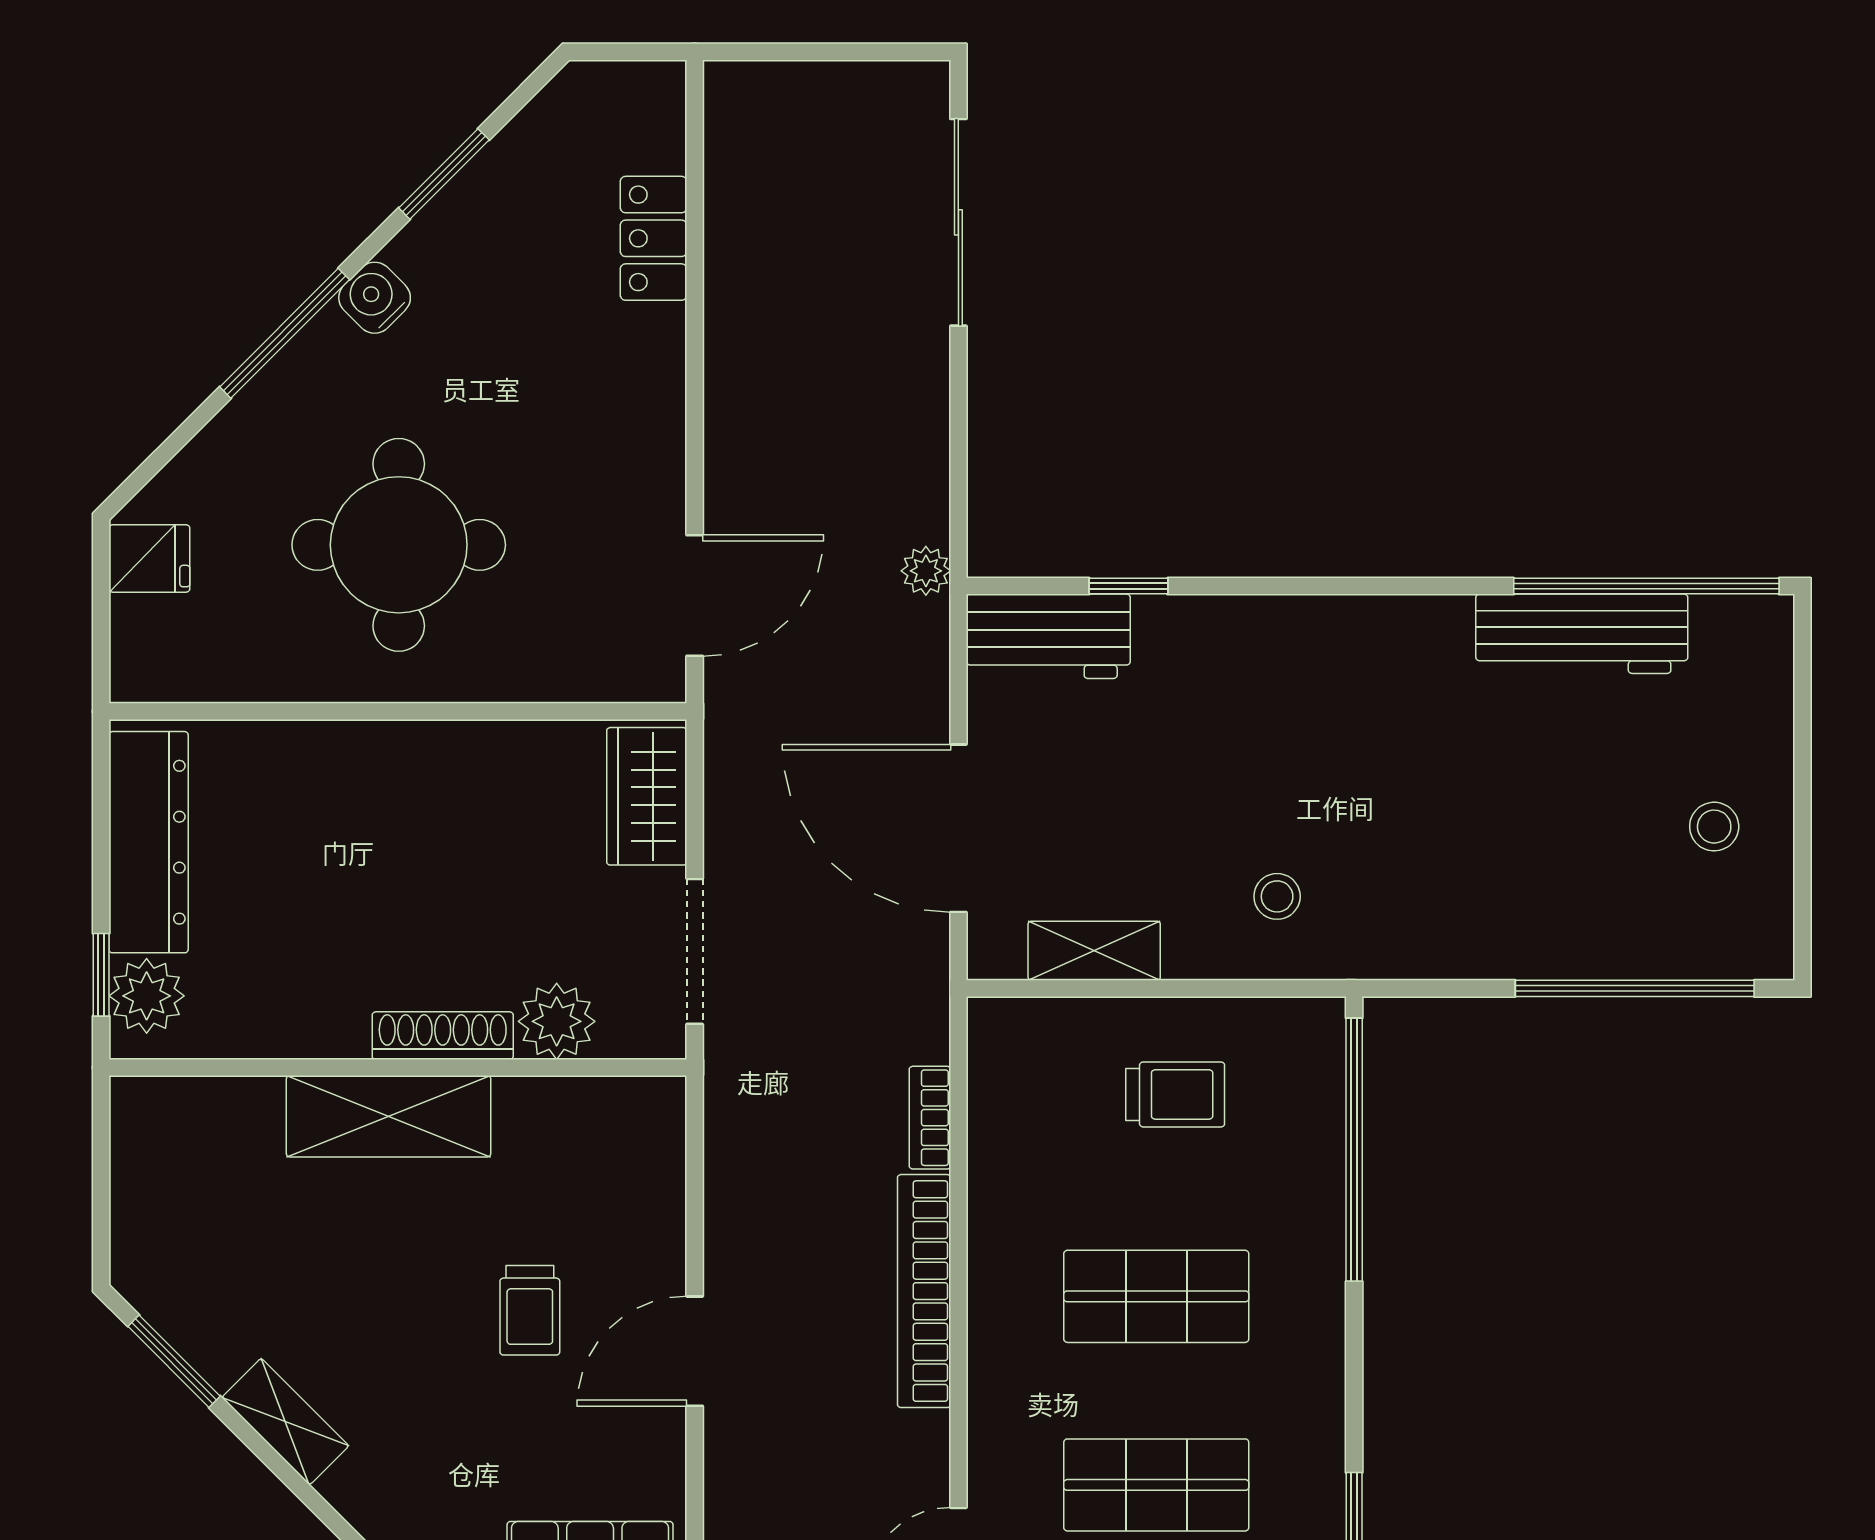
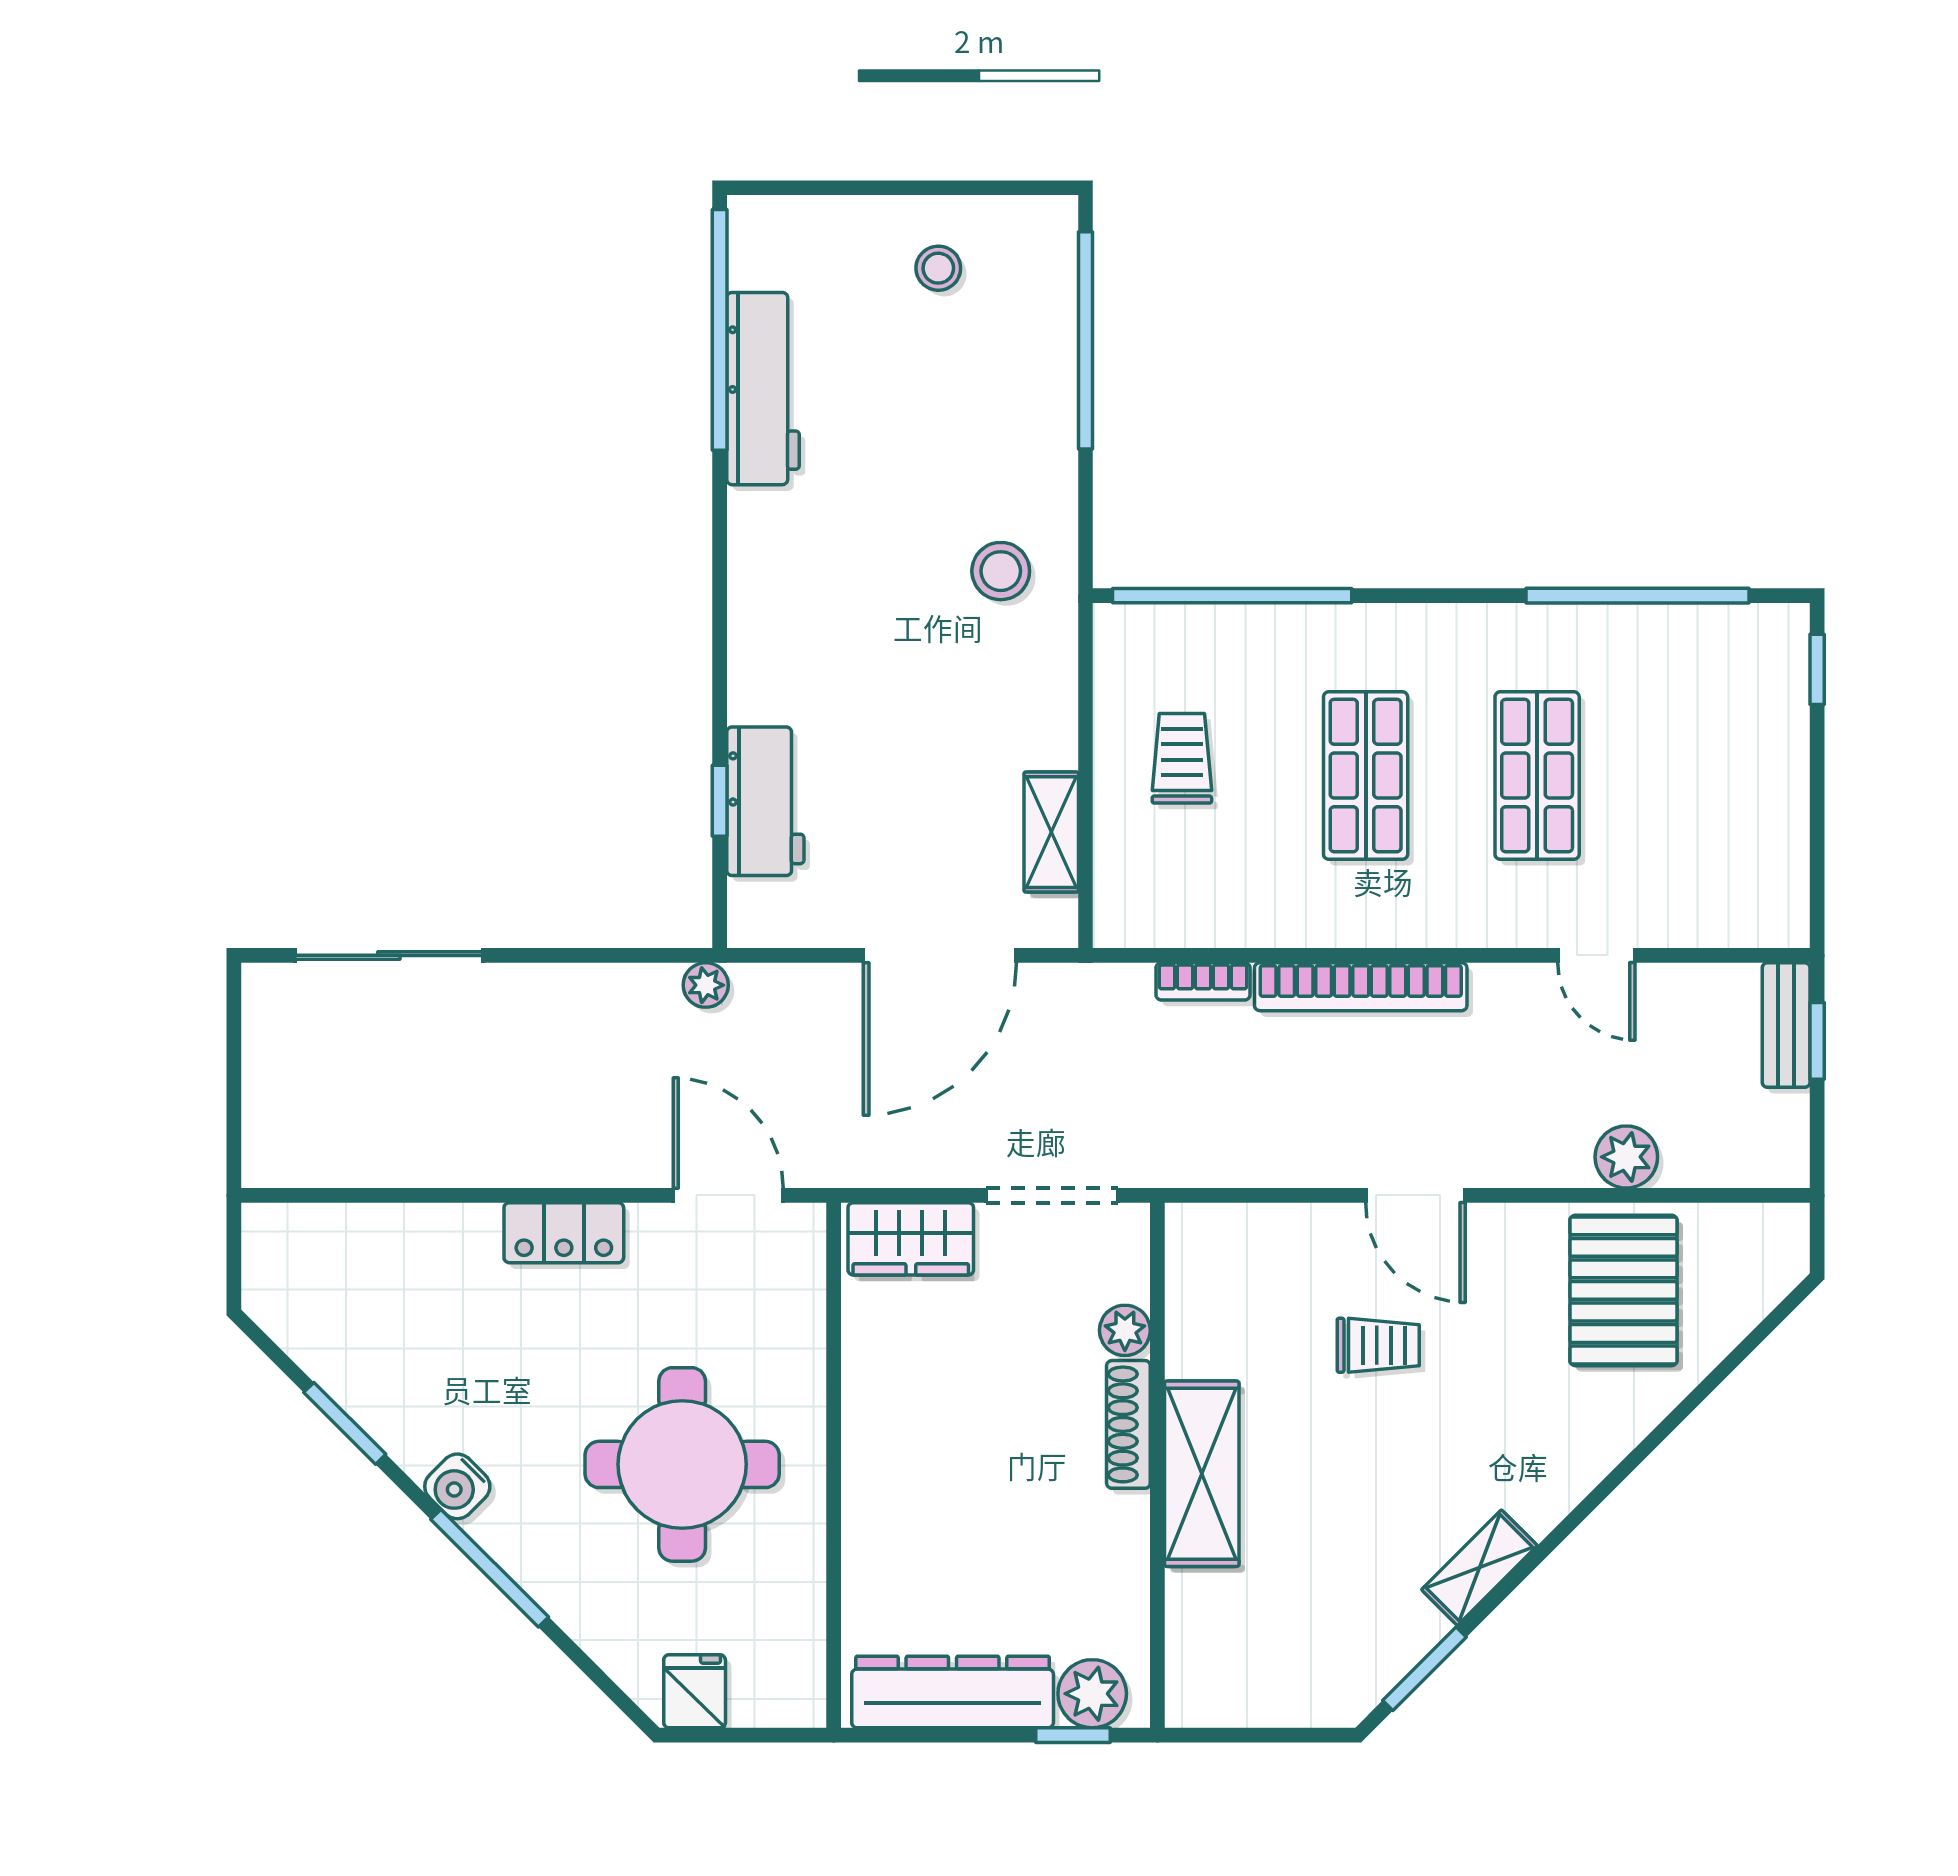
locker: (654, 238) -> (564, 1233), moved
workbench: (1048, 636) -> (765, 801), moved
stool: (1277, 896) -> (1001, 571), moved, width x1.37, depth x1.37
plant: (557, 1021) -> (1125, 1330), width x0.73, depth x0.73

